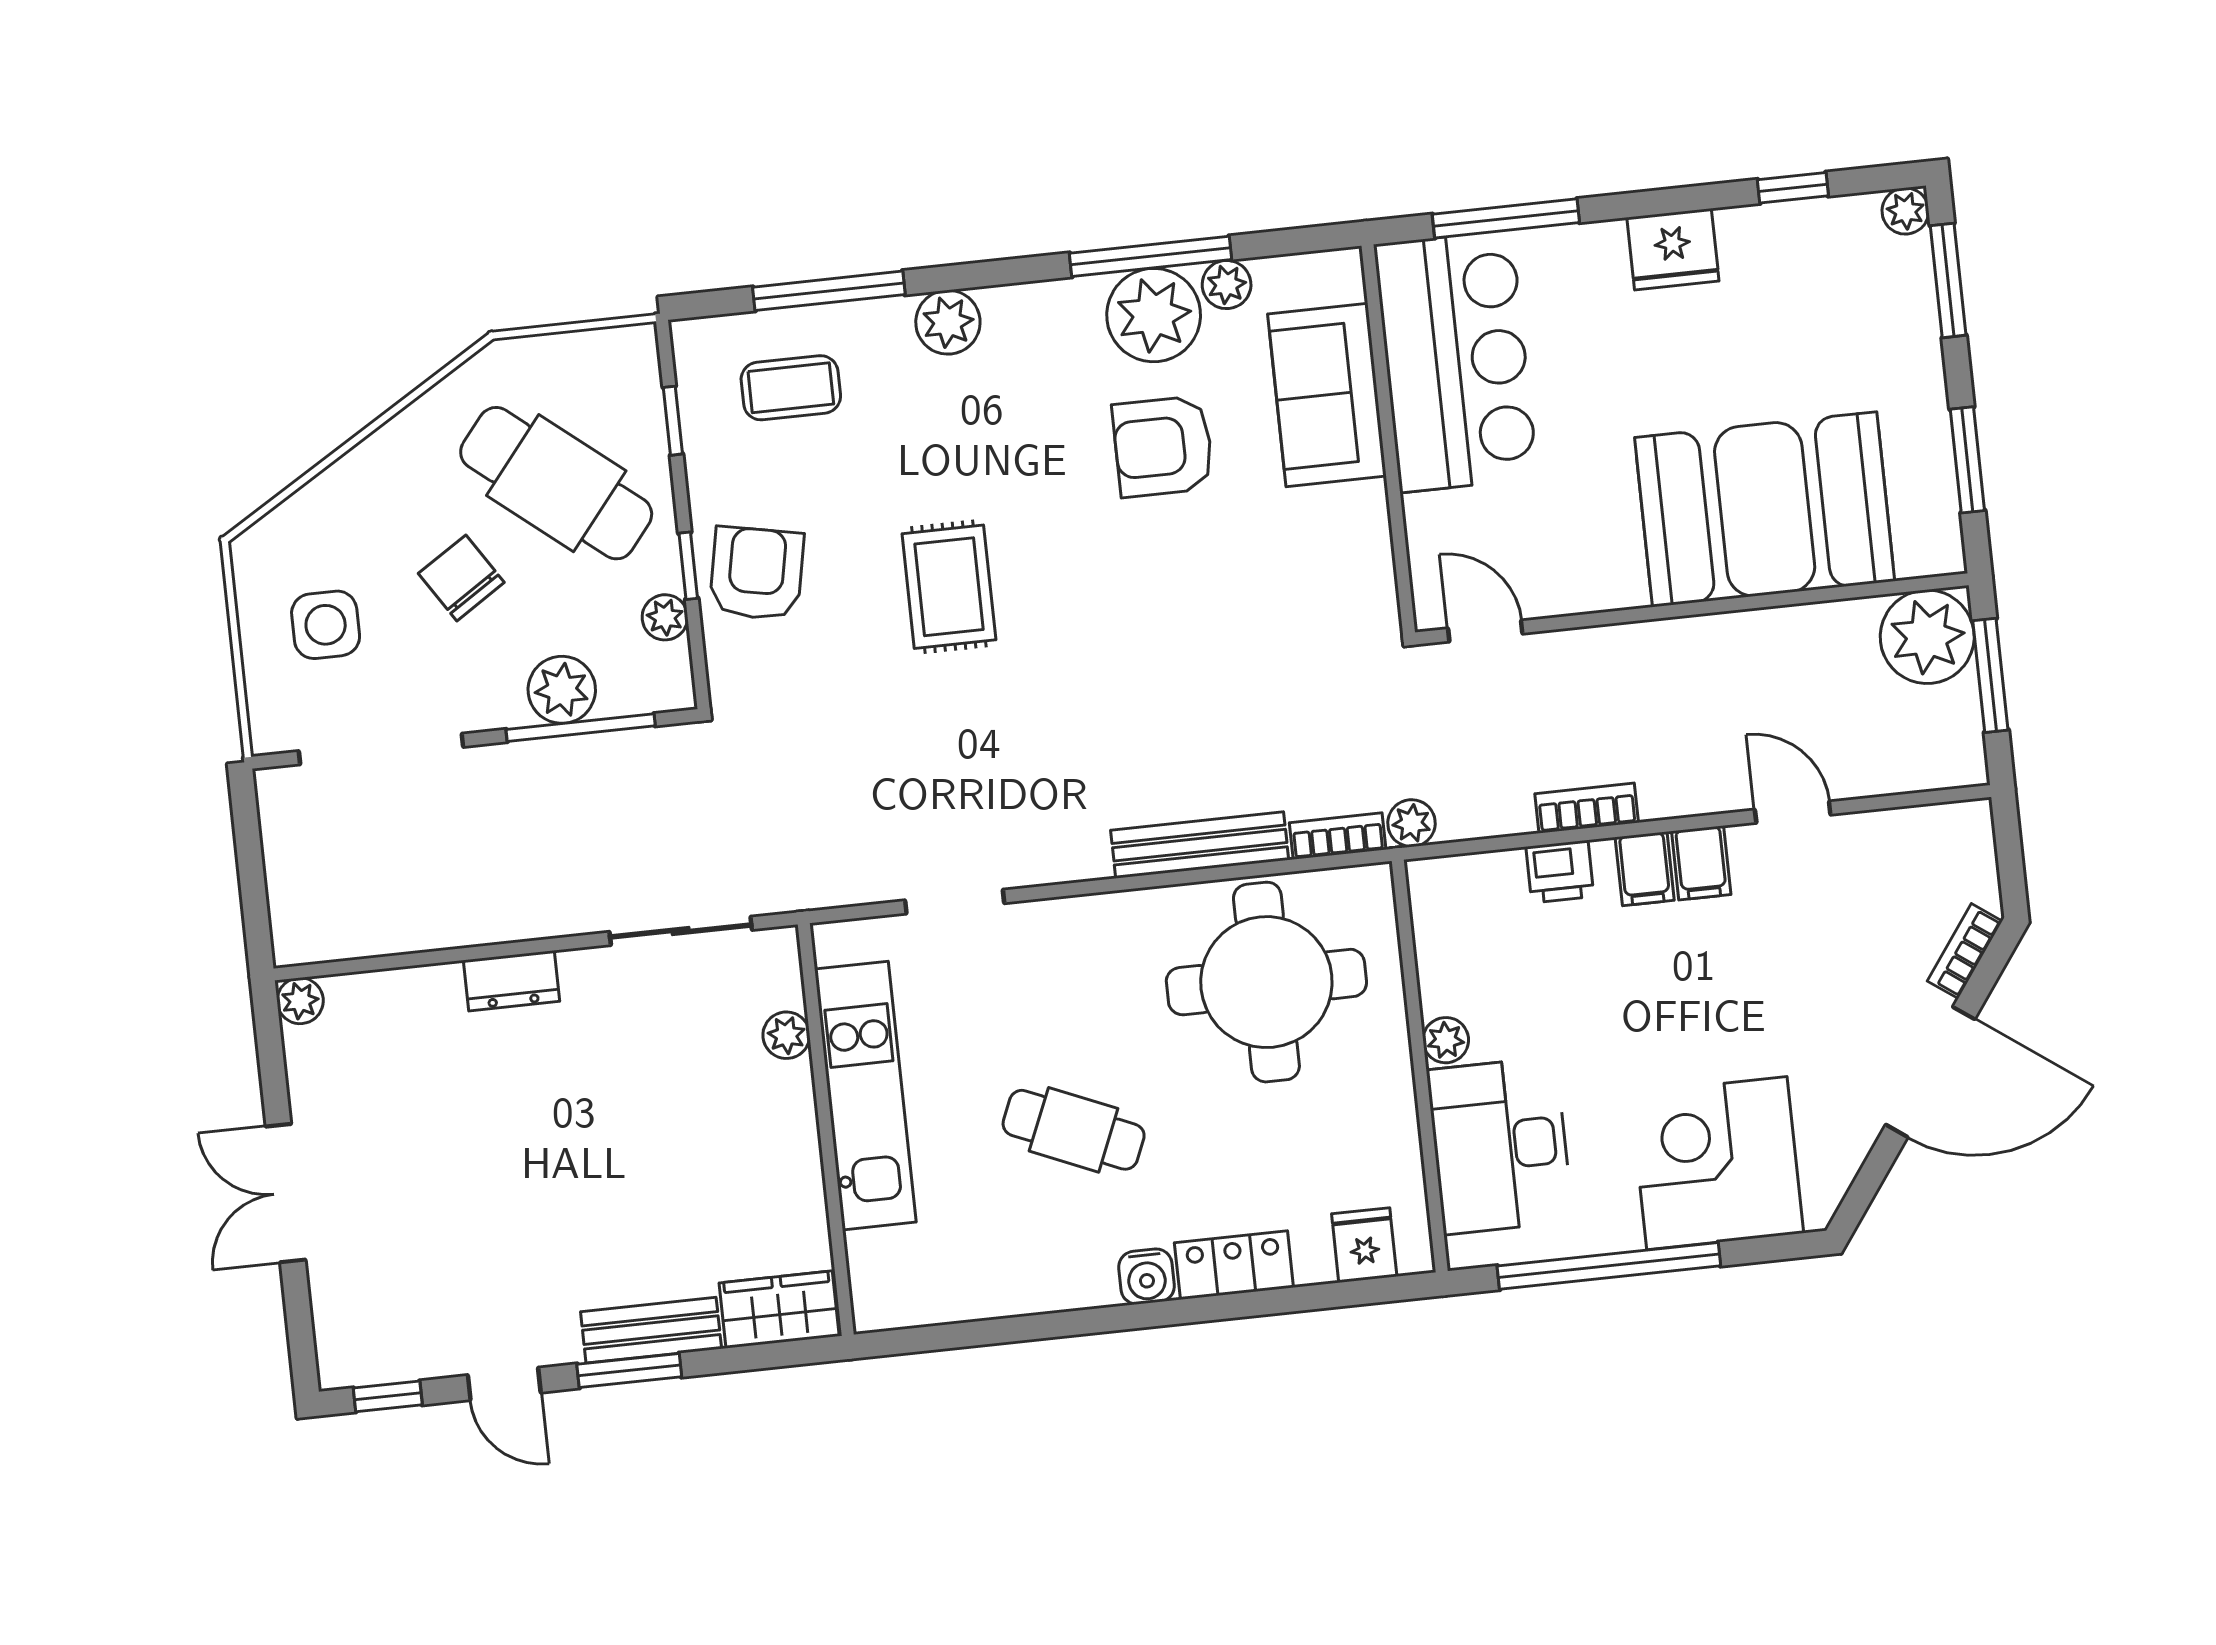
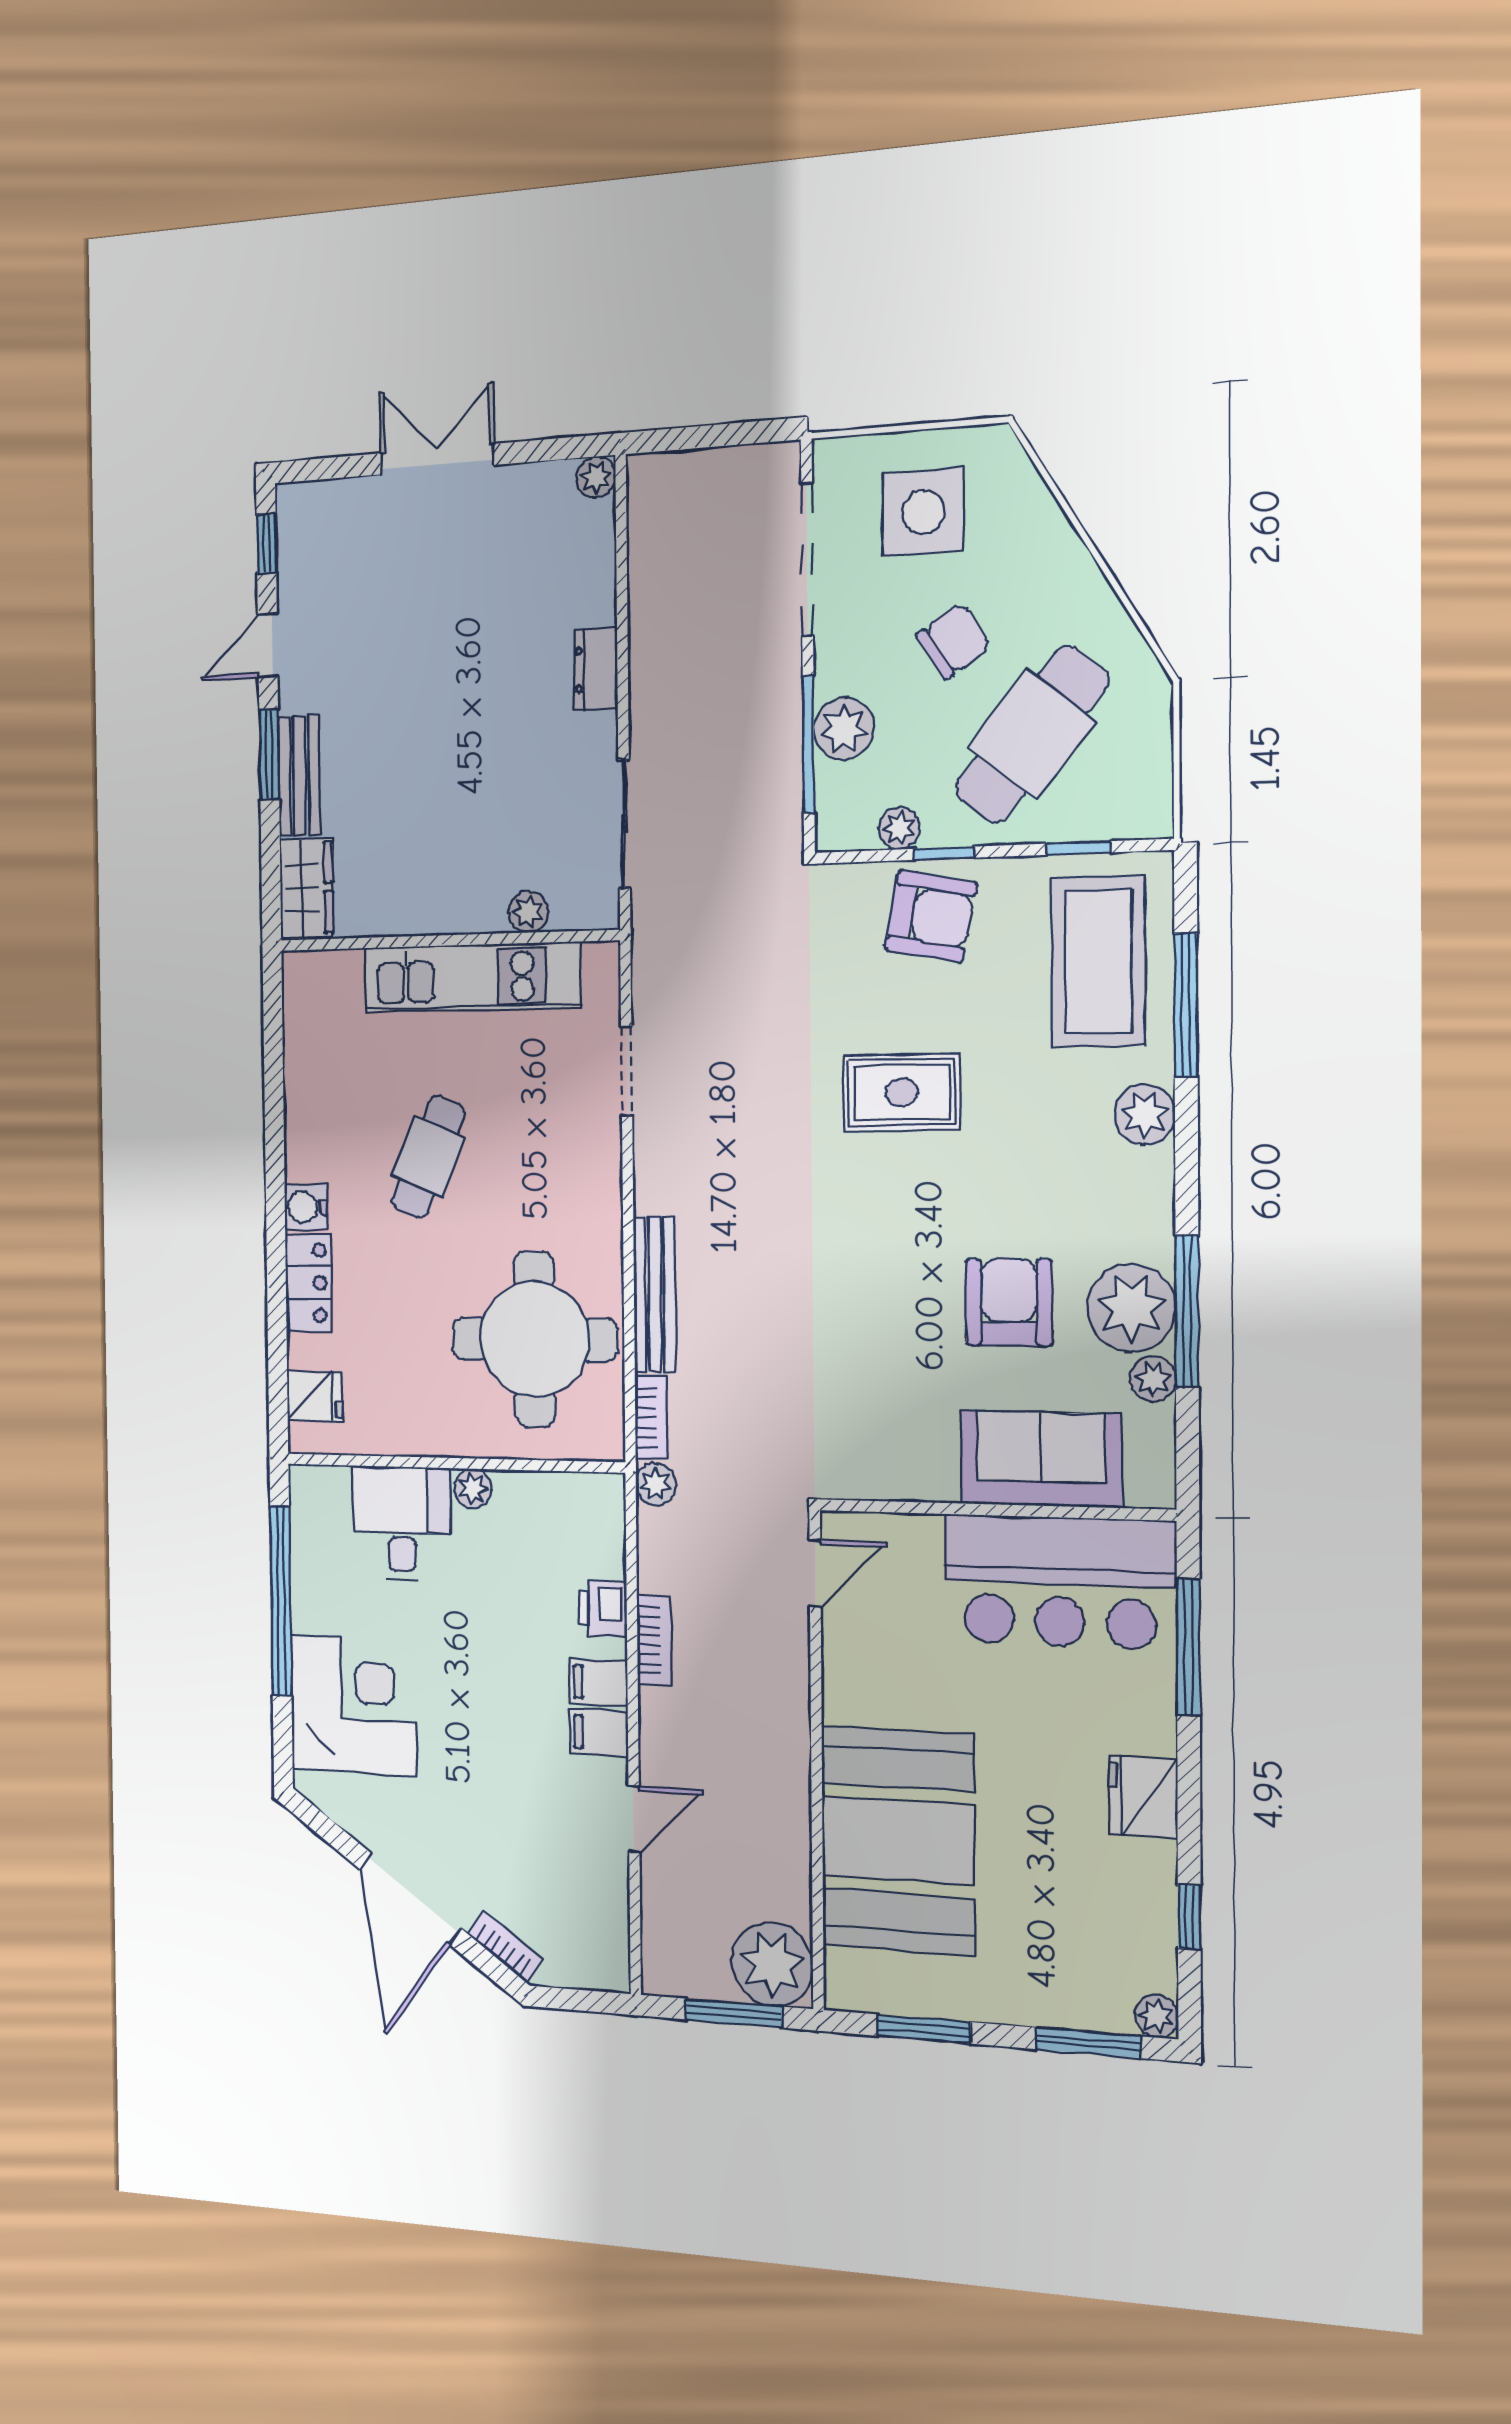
coffee table: (791, 388) -> (1098, 961), width x1.86, depth x1.72
side table: (326, 625) -> (923, 512), width x1.37, depth x1.37
desk: (1500, 1146) -> (402, 1523), width x0.73

